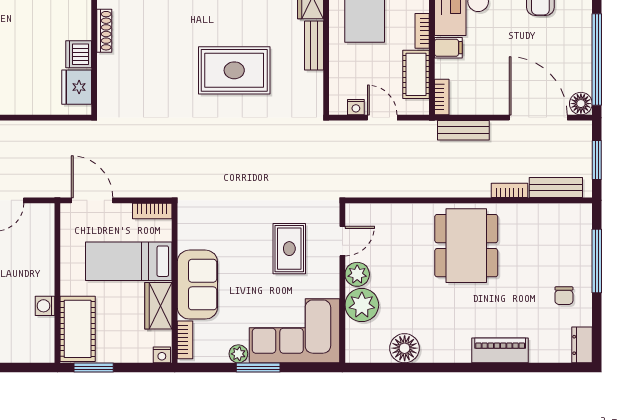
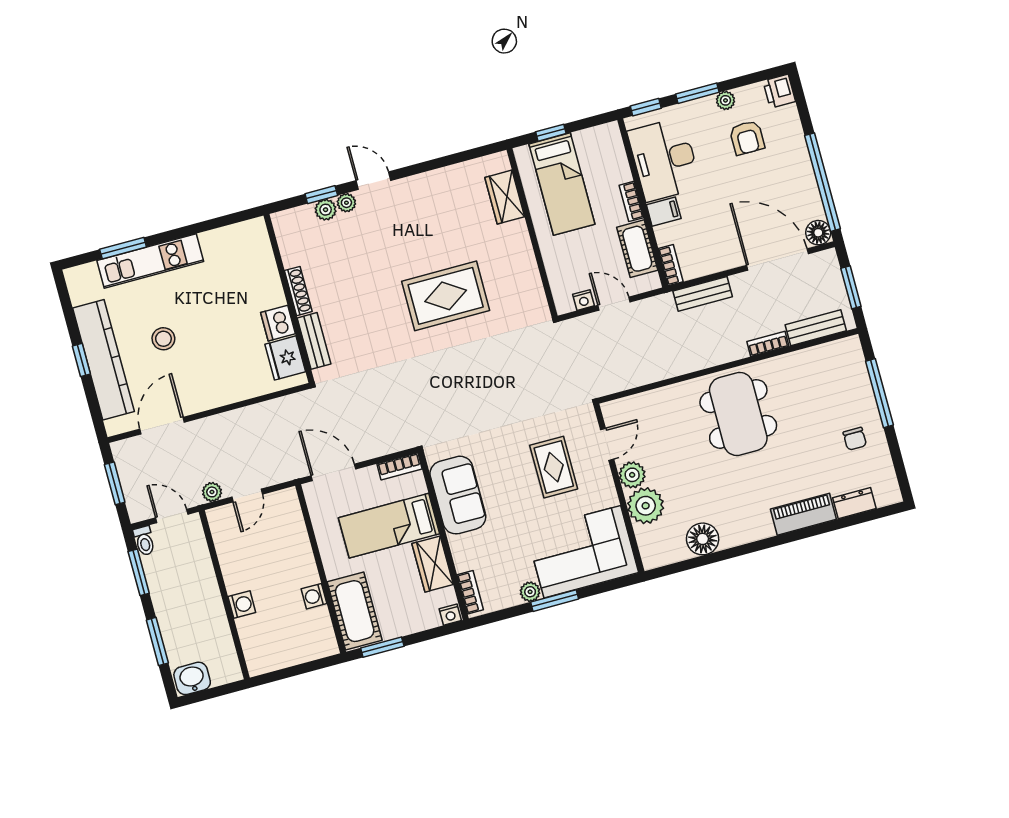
bench: (314, 45) -> (314, 341), moved
sofa: (197, 285) -> (458, 495), moved
dresser: (582, 345) -> (854, 503), moved, turned 90

